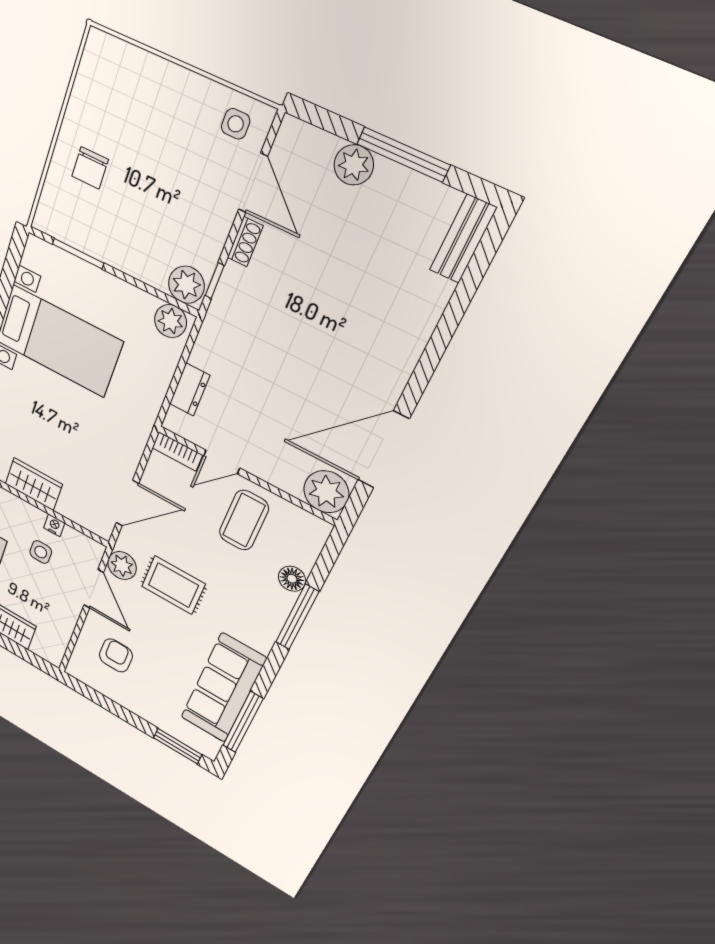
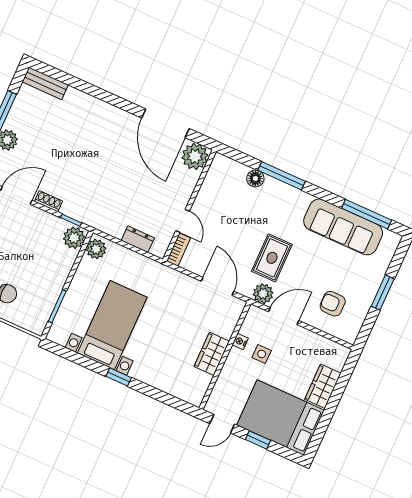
coffee table: (244, 520) -> (220, 208), removed
window: (178, 746) -> (383, 293), moved

